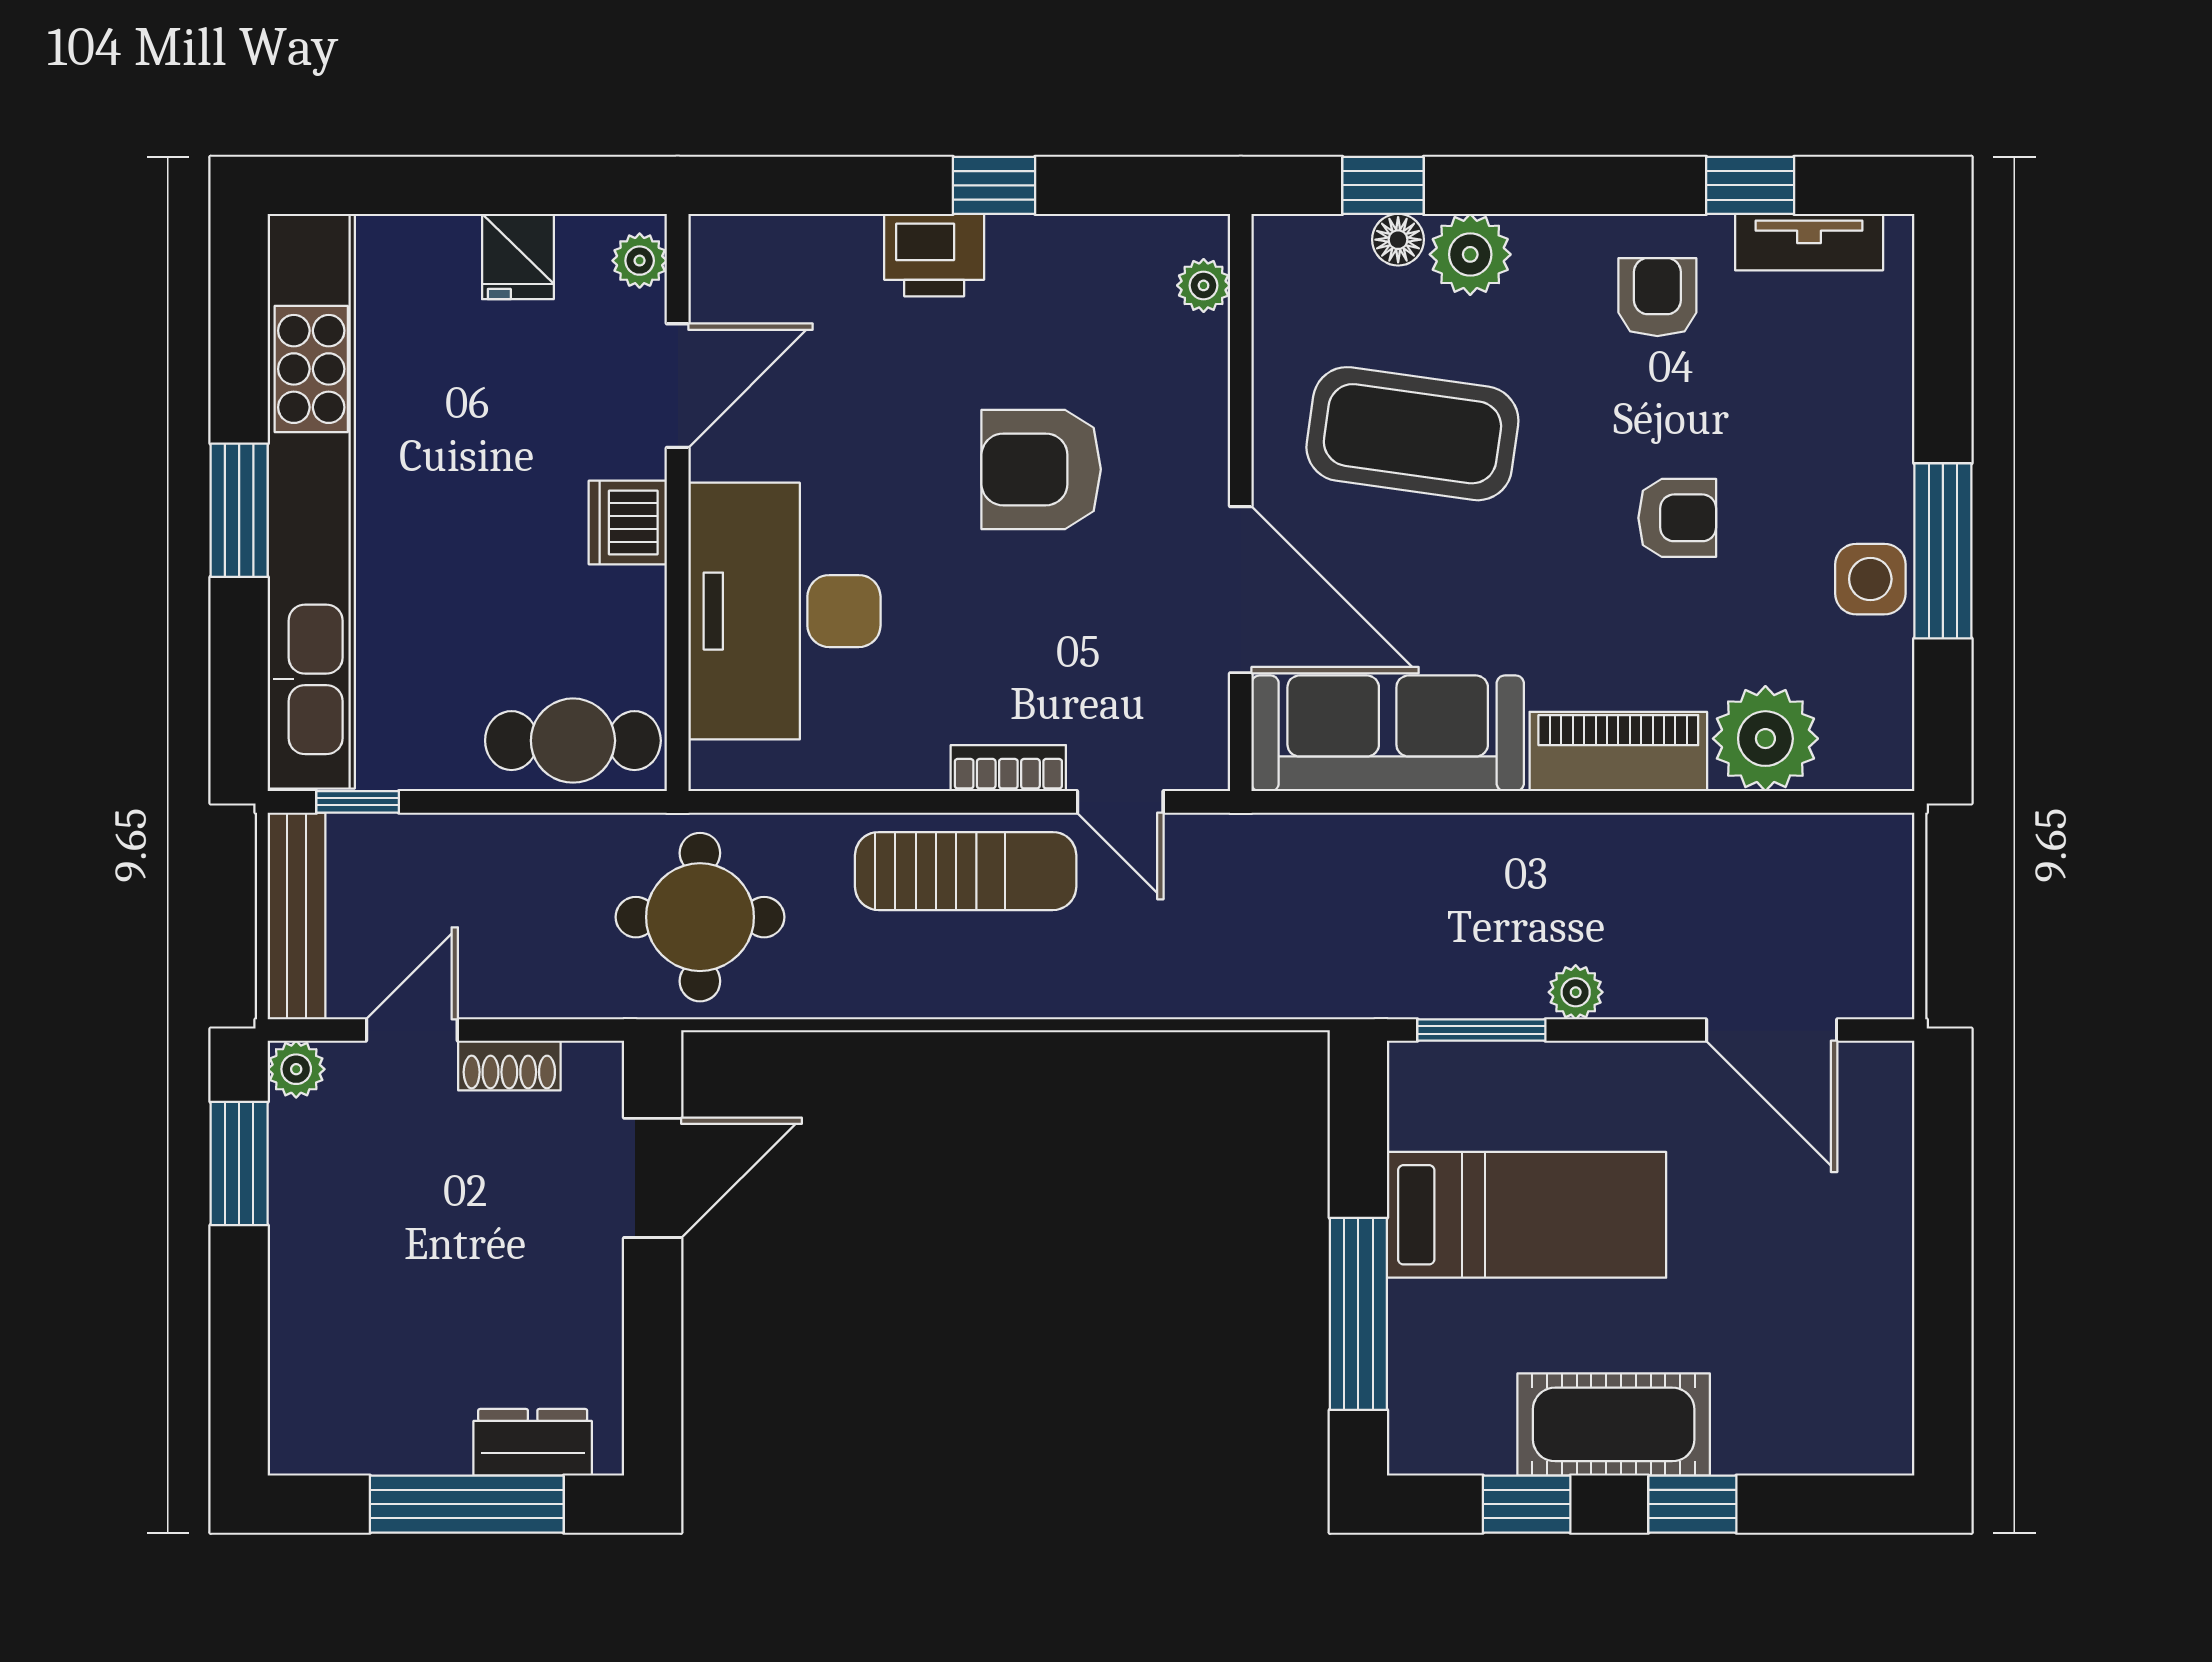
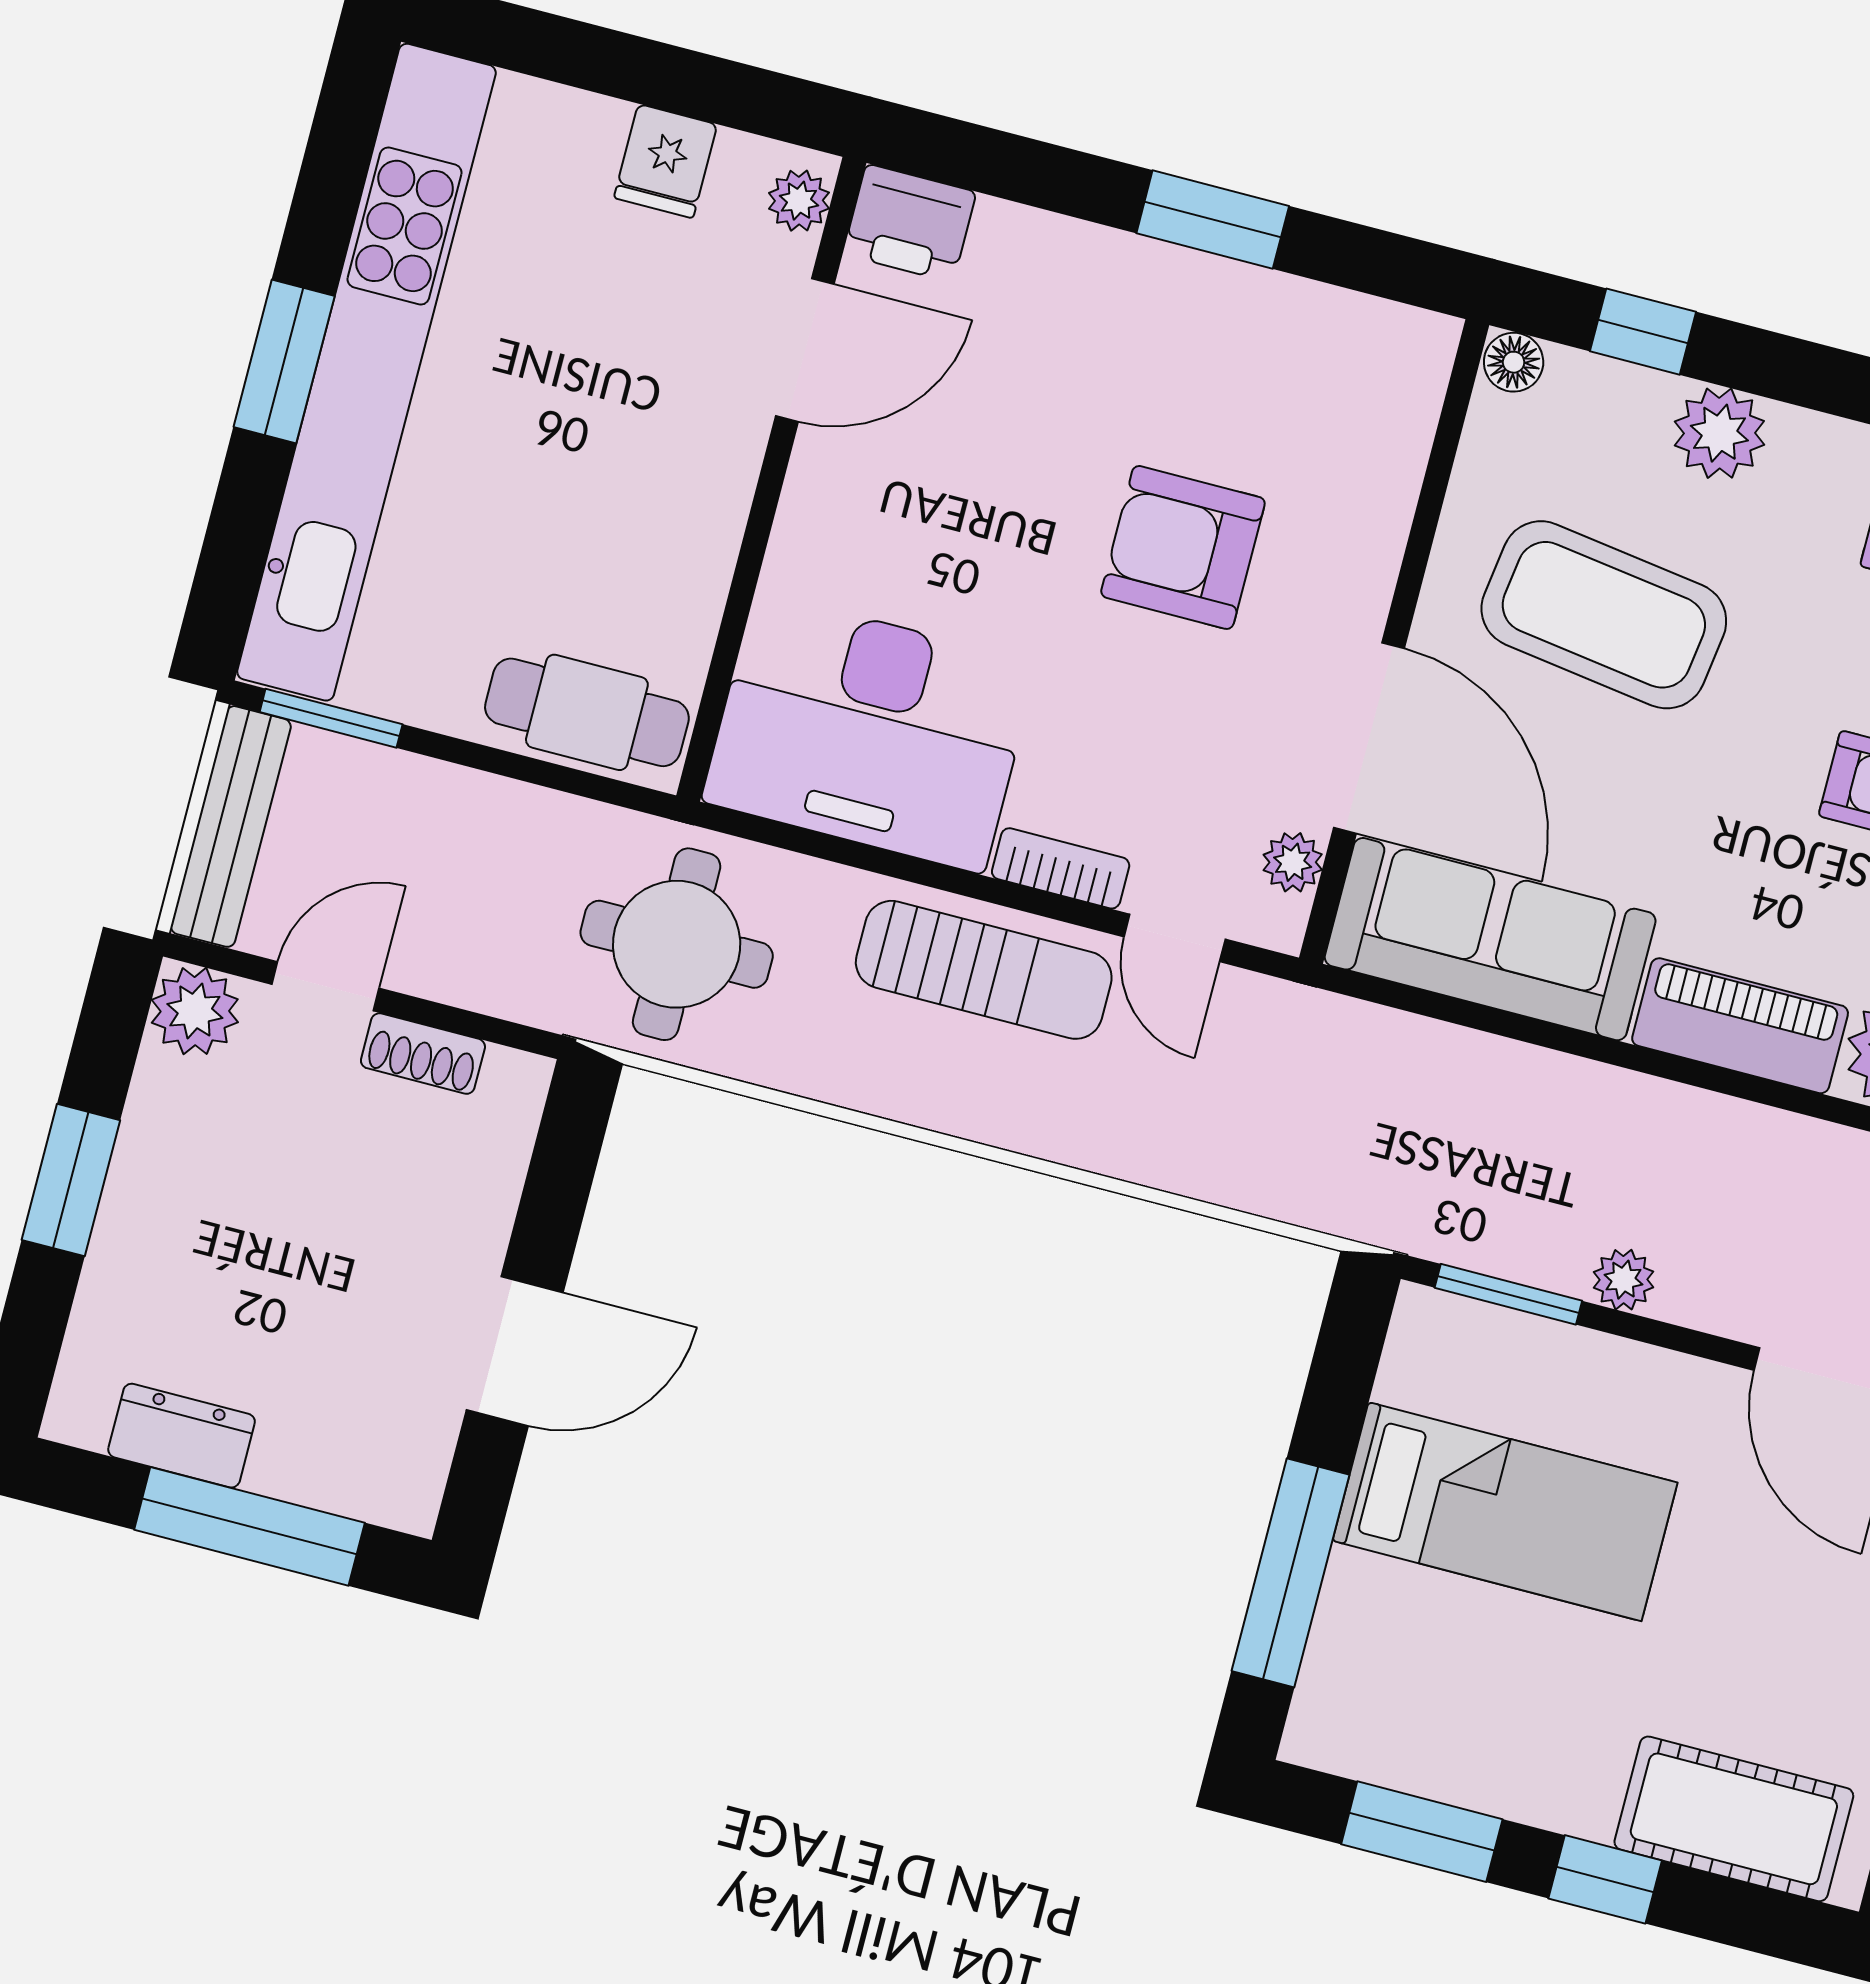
window: (994, 185) -> (1213, 220), width x1.50
floor lamp: (1398, 240) -> (1514, 362), moved
printer: (934, 255) -> (910, 223), moved
plant: (1204, 285) -> (1293, 862), moved
dishwasher: (628, 522) -> (710, 487), removed
desk: (784, 611) -> (870, 732), moved, turned -90
window: (358, 802) -> (331, 718), width x1.50
plant: (296, 1069) -> (195, 1011), width x1.38, depth x1.38
window: (239, 1163) -> (71, 1180), moved
door: (653, 1178) -> (515, 1351), moved
cot: (1614, 1424) -> (1734, 1819), moved
dresser: (533, 1442) -> (182, 1436), moved
window: (1527, 1504) -> (1422, 1832), width x1.50

